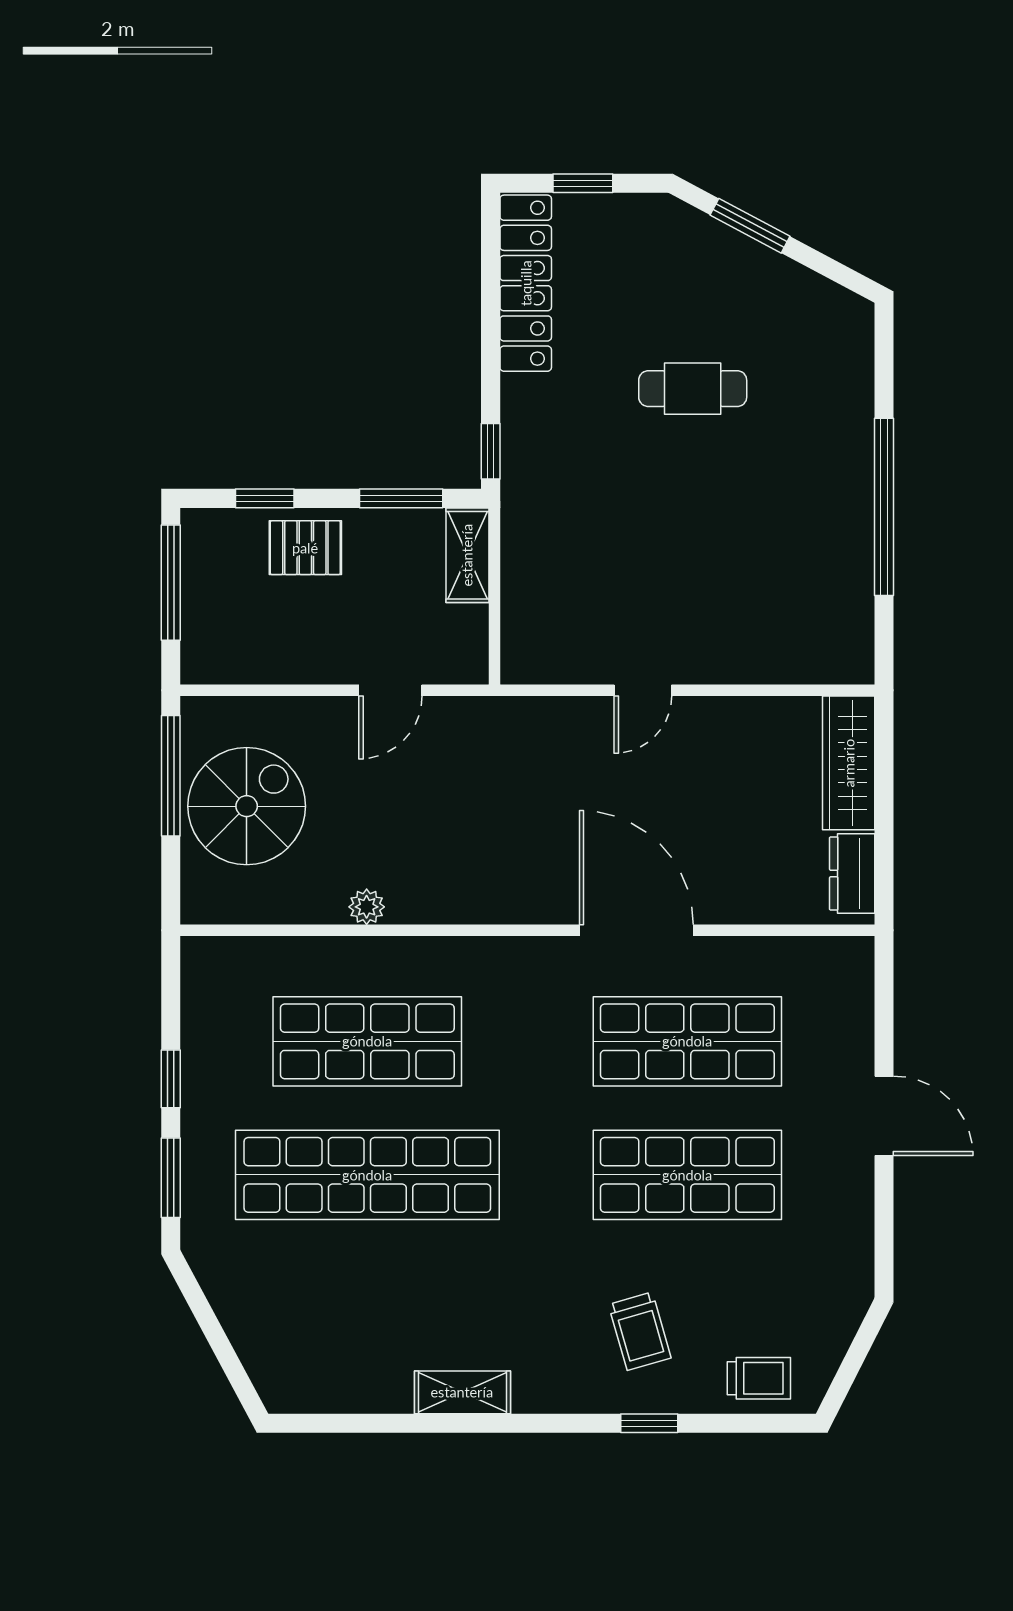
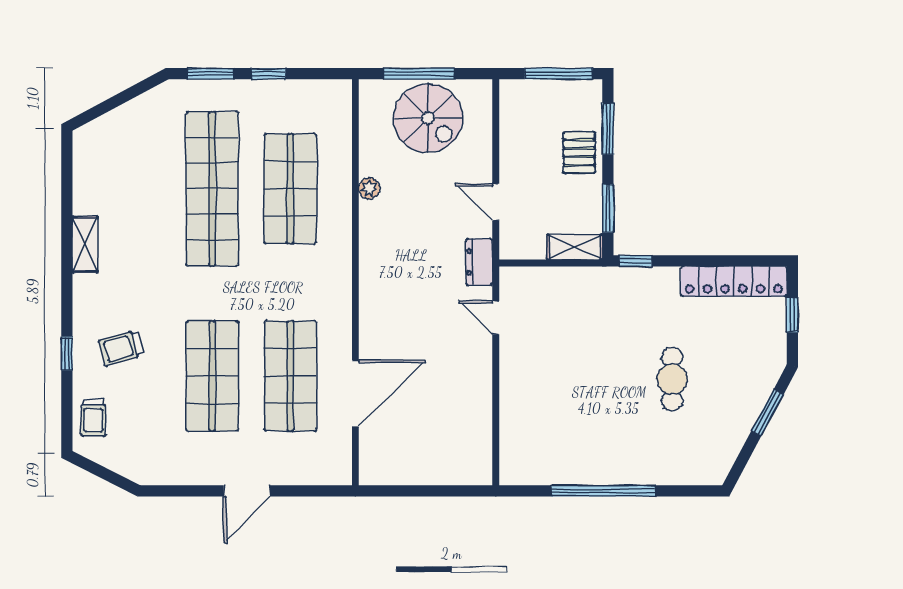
window: (265, 498) -> (608, 129), width x1.50
door: (643, 690) -> (496, 318), moved
wardrobe: (849, 763) -> (453, 470), removed
window: (171, 776) -> (419, 74), moved
dresser: (852, 874) -> (479, 262), moved, turned -90
door: (636, 930) -> (355, 394), moved

